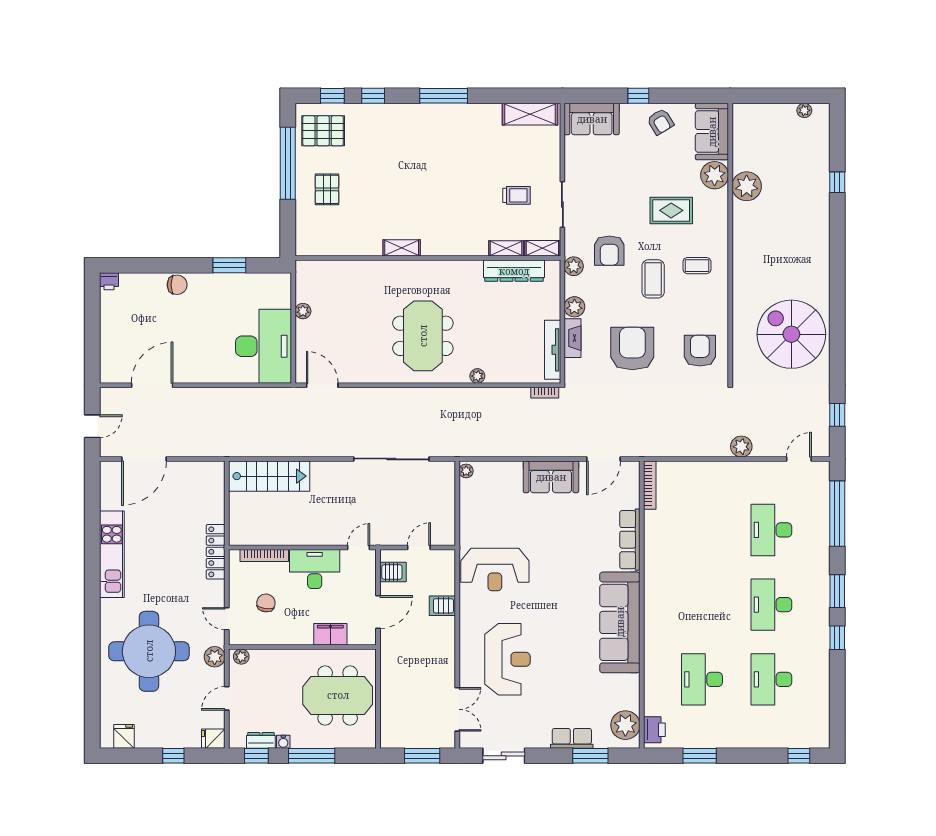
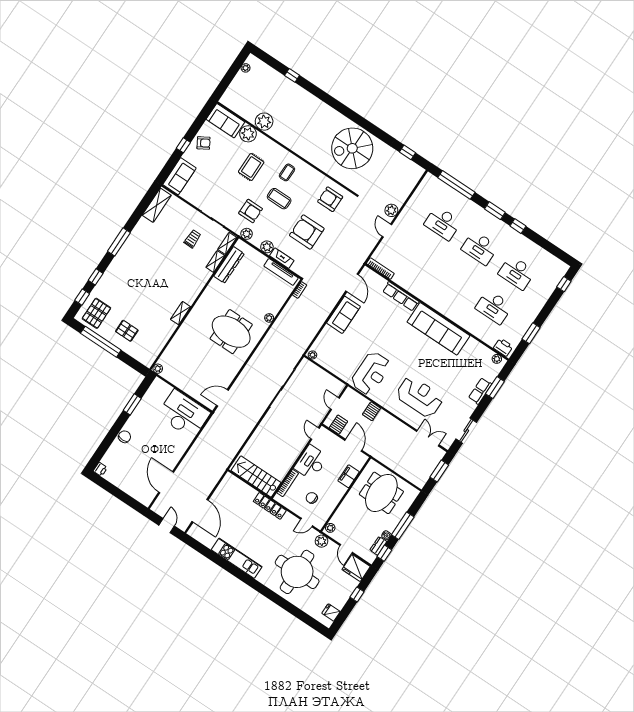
plant: (303, 311) -> (158, 369), moved
door: (799, 459) -> (387, 231), moved
stairs: (269, 476) -> (256, 476), moved, turned -90
plant: (625, 725) -> (497, 359), width x0.53, depth x0.53
fridge: (213, 739) -> (356, 568), width x1.88, depth x1.34

